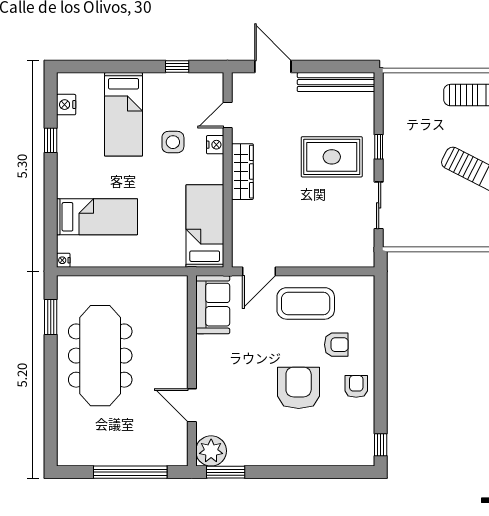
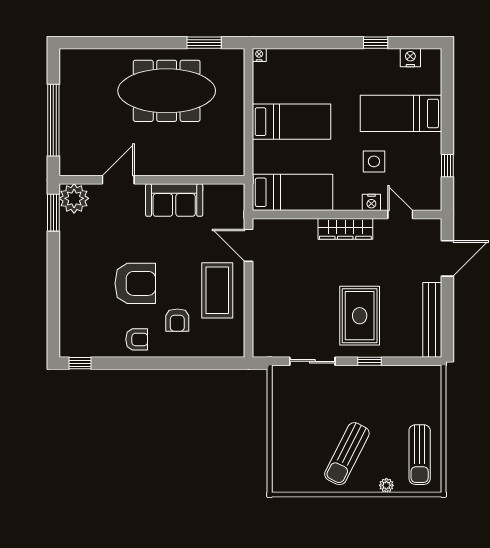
bed: (97, 217) -> (292, 122), moved, turned -90
sofa: (213, 305) -> (174, 200), moved

